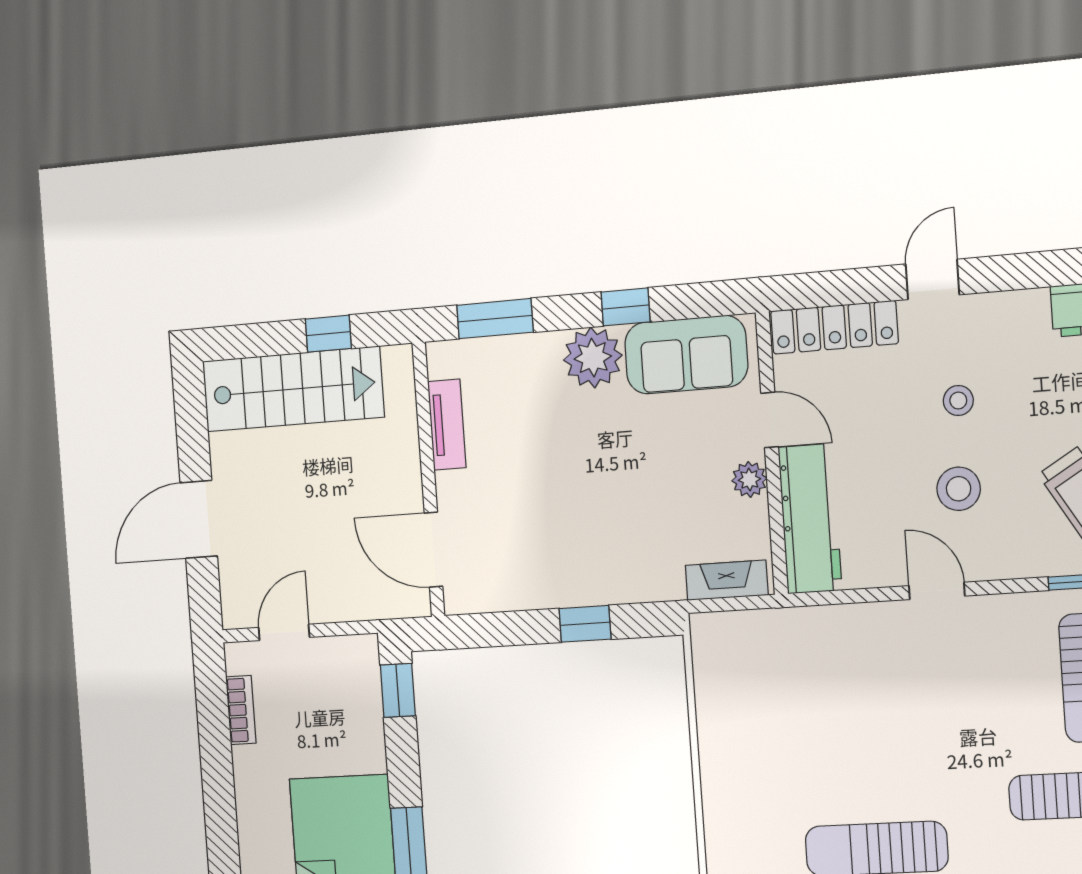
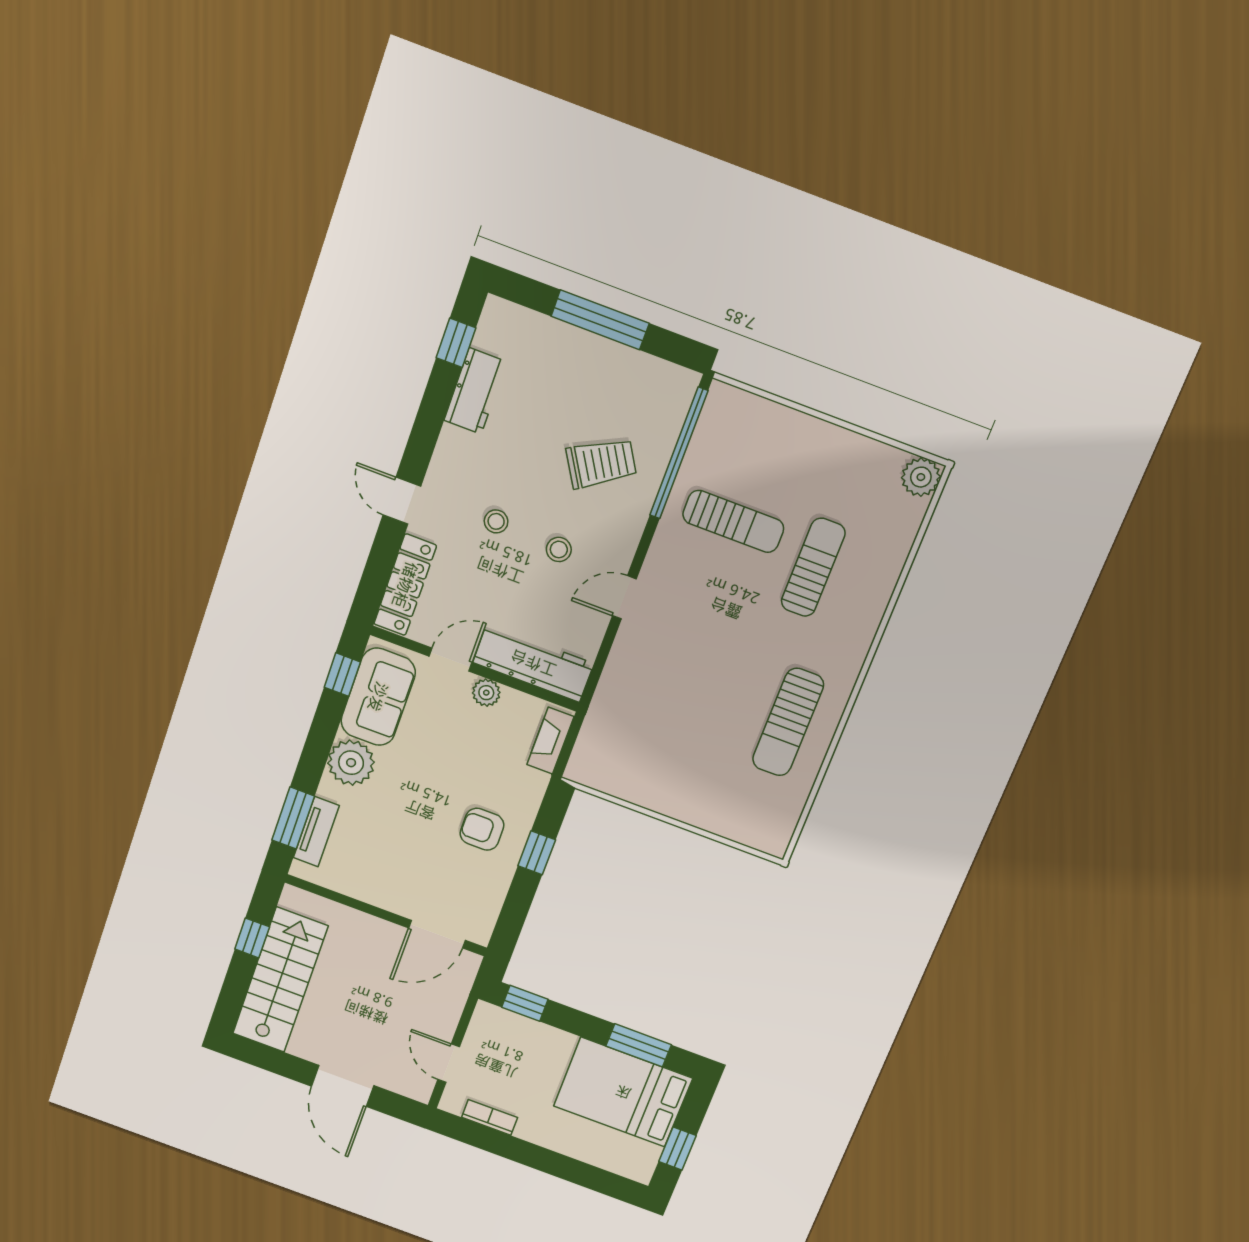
window: (626, 307) -> (342, 675), moved
tv unit: (447, 425) -> (316, 832), moved, turned 90
stool: (959, 489) -> (559, 549), width x0.73, depth x0.73
armchair: (584, 547) -> (482, 829), added

